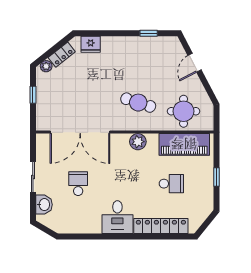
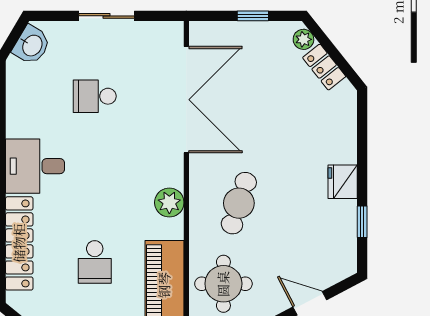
fridge: (91, 44) -> (343, 182), moved
double door: (80, 132) -> (186, 100), swing flipped
school desk: (78, 184) -> (95, 96), turned 180
washbasin: (44, 205) -> (32, 45), moved, turned -59

